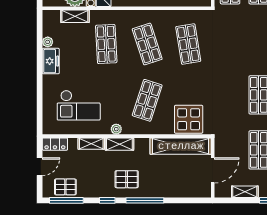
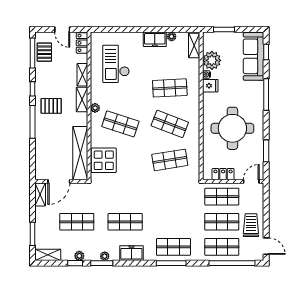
shelving: (75, 16) -> (194, 46), moved
shop shelf: (147, 44) -> (170, 124), turned 39
plant: (116, 129) -> (95, 108), moved
door: (213, 170) -> (59, 181), hinge flipped
pallet: (127, 179) -> (51, 106), turned 90
shelving: (245, 192) -> (40, 194), moved

